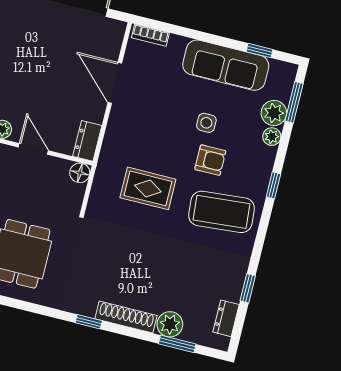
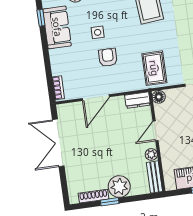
sofa: (226, 65) -> (57, 27), width x0.73
armchair: (210, 160) -> (108, 57), moved
rug: (148, 188) -> (154, 68), moved

